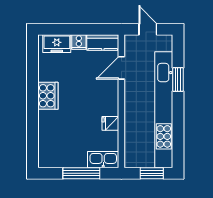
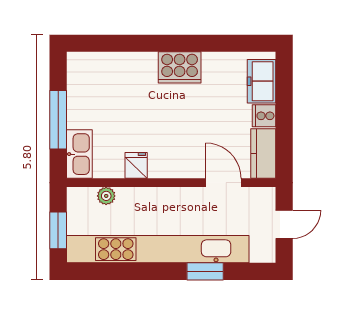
plant: (130, 143) -> (106, 196), added

